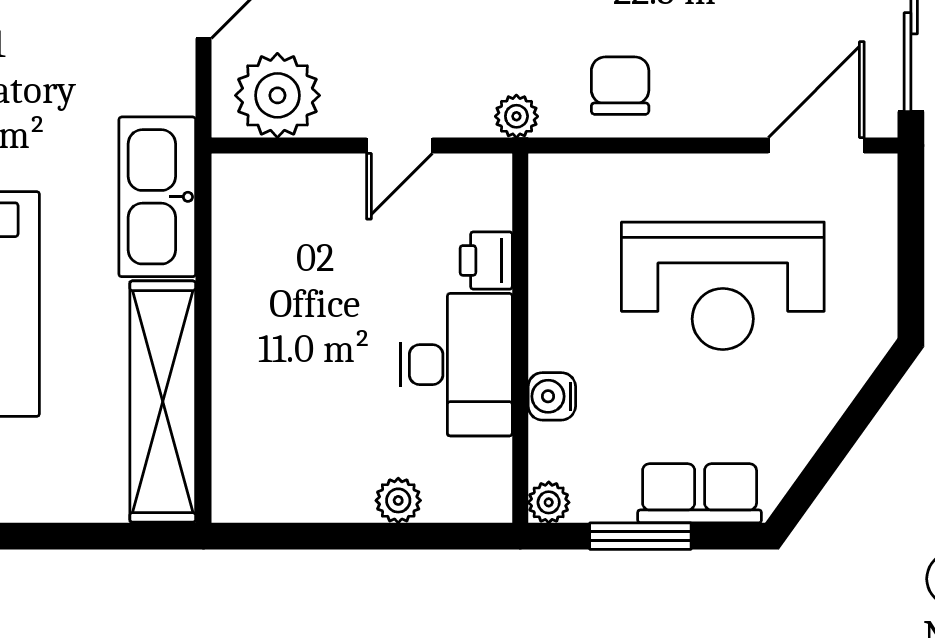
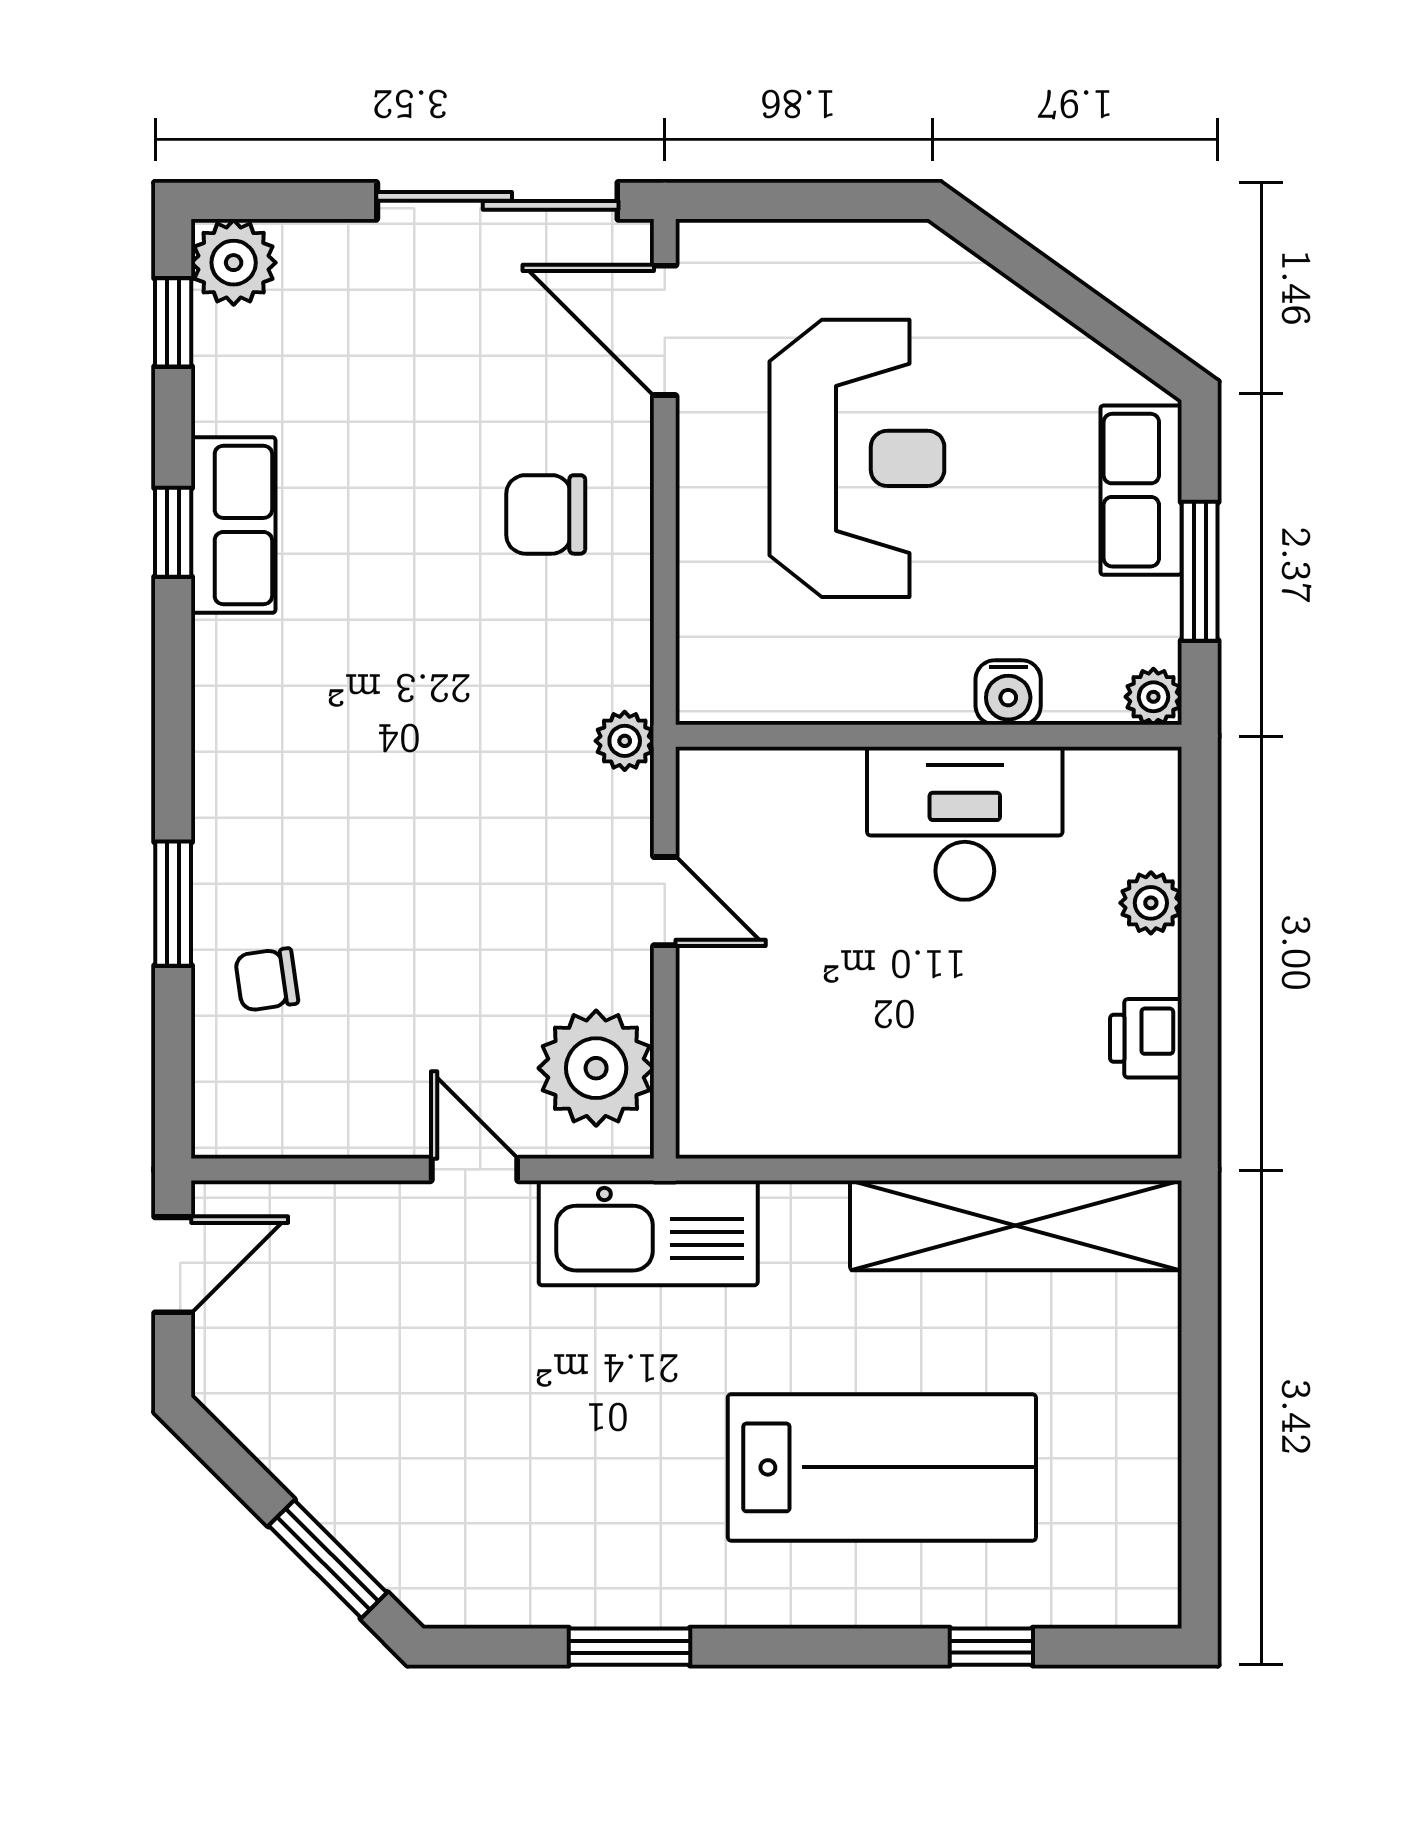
chair: (620, 86) -> (546, 514), moved
kitchen sink: (157, 197) -> (648, 1233), moved
printer: (486, 260) -> (1146, 1038), moved, turned 90

